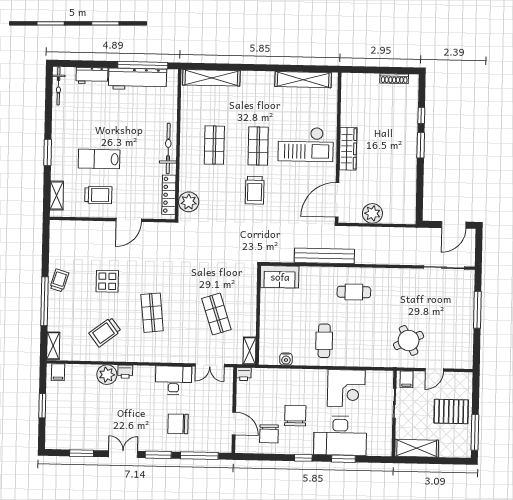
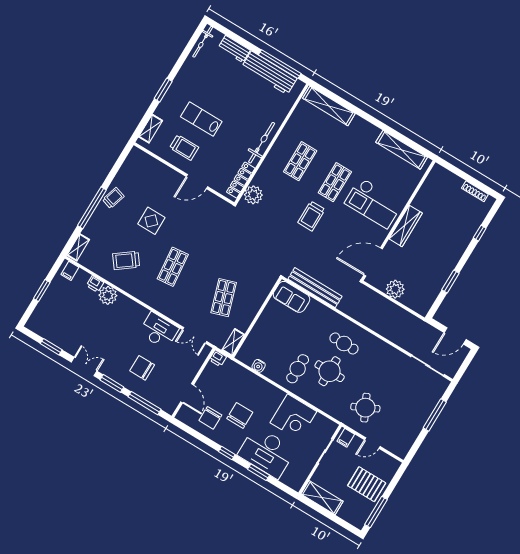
window: (421, 145) -> (450, 282), moved
bench: (324, 256) -> (315, 288), moved
round table: (355, 326) -> (330, 371), added
printer: (125, 372) -> (95, 284), moved

